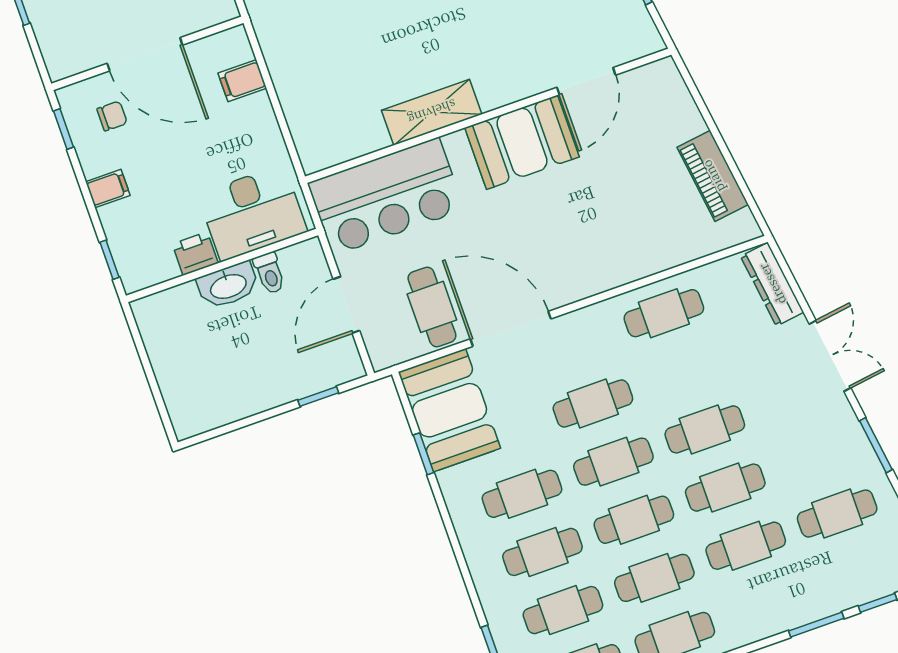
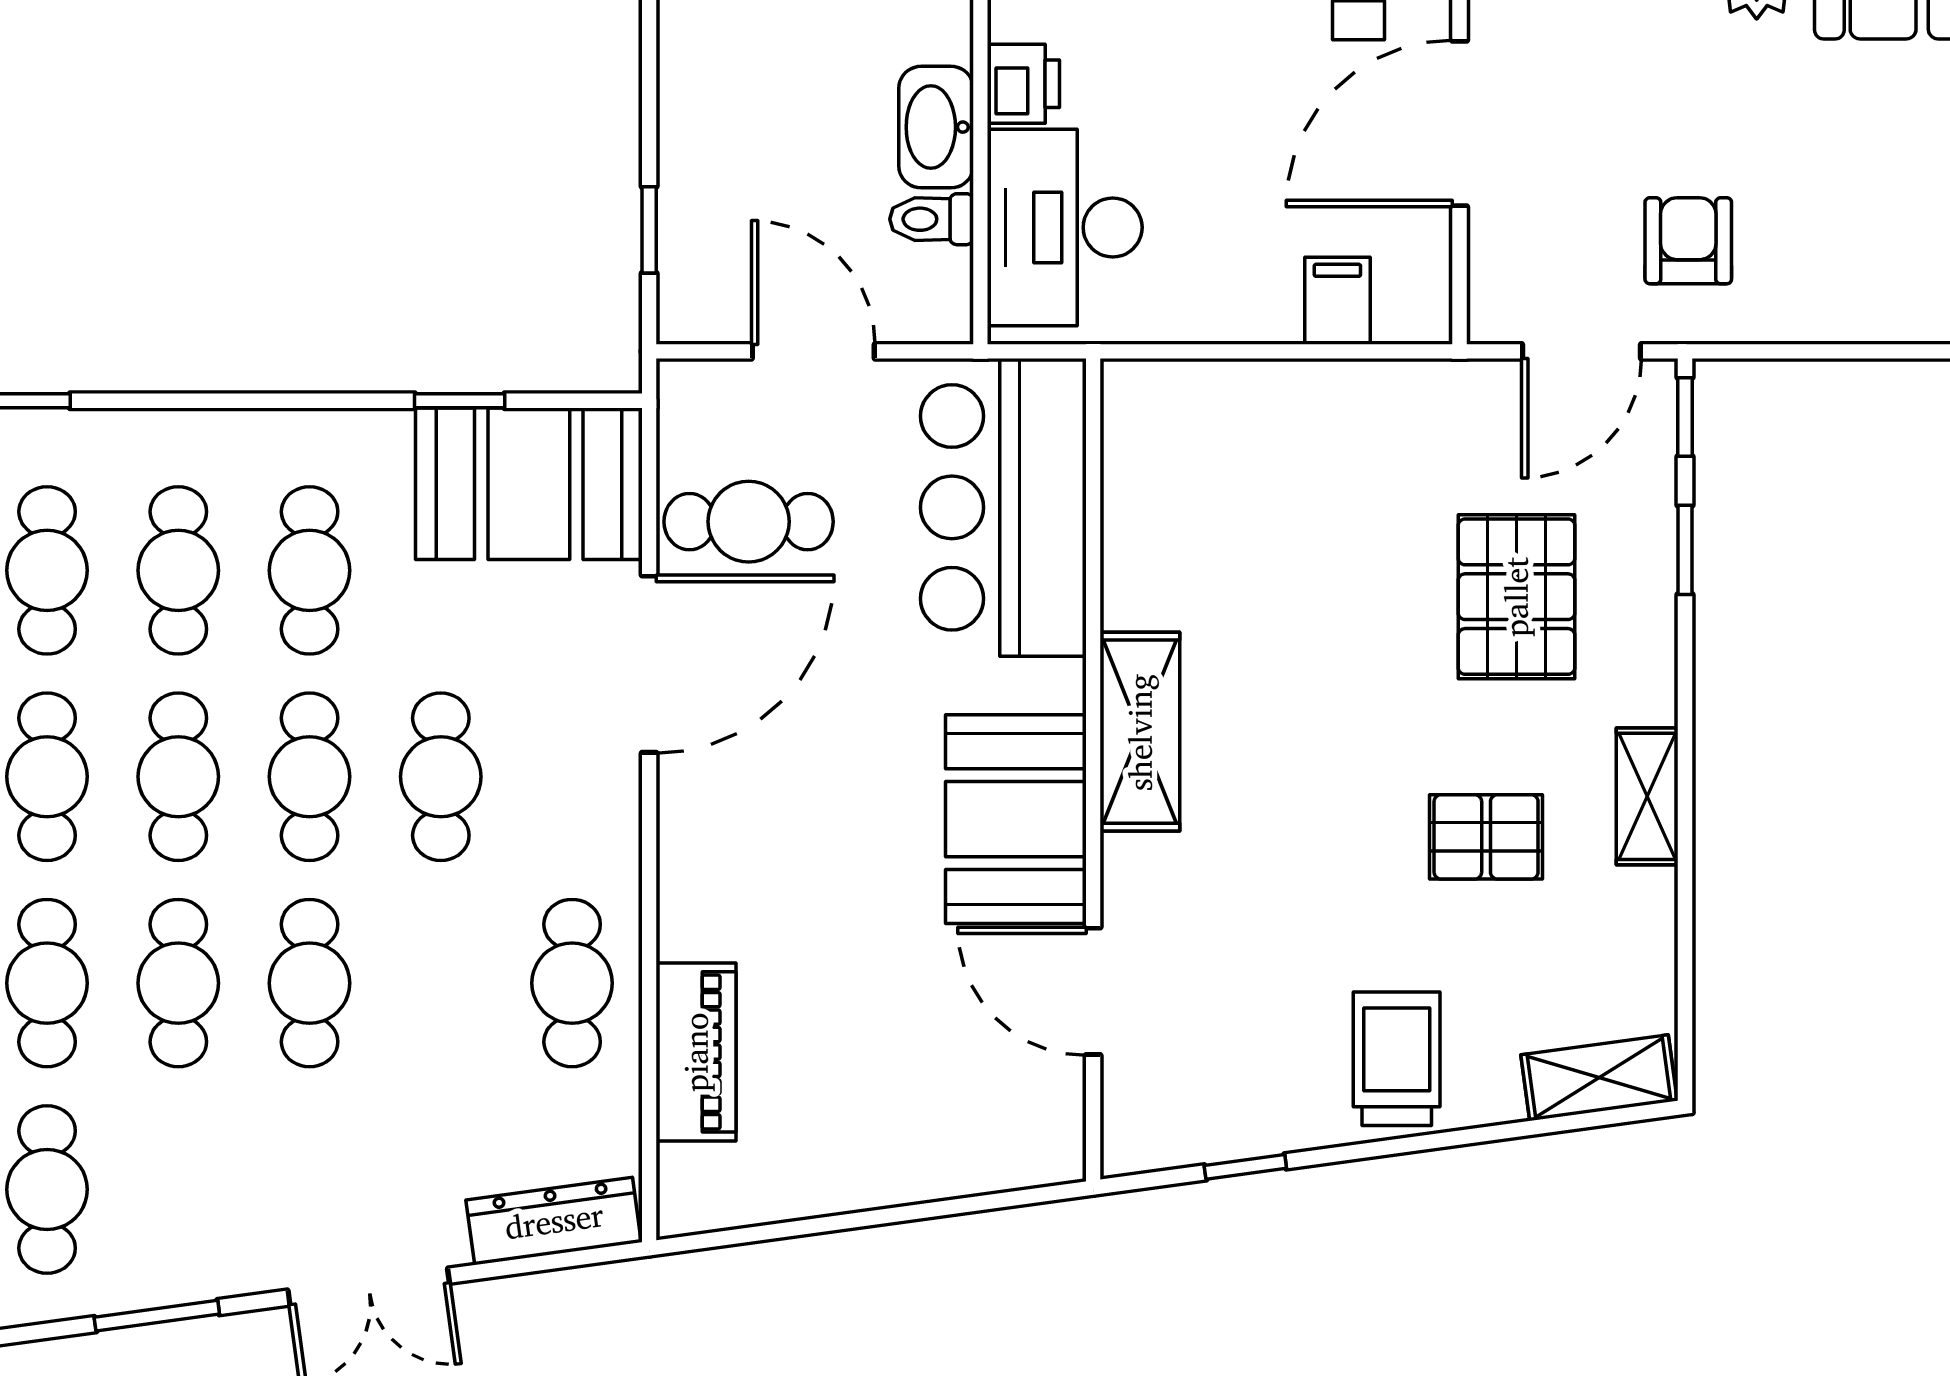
shelving: (432, 112) -> (1140, 732), moved
piano: (713, 176) -> (696, 1052), moved, turned 98

